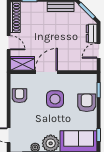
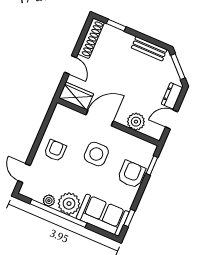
plant: (74, 63) -> (136, 122), added
armchair: (20, 96) -> (55, 151), moved

